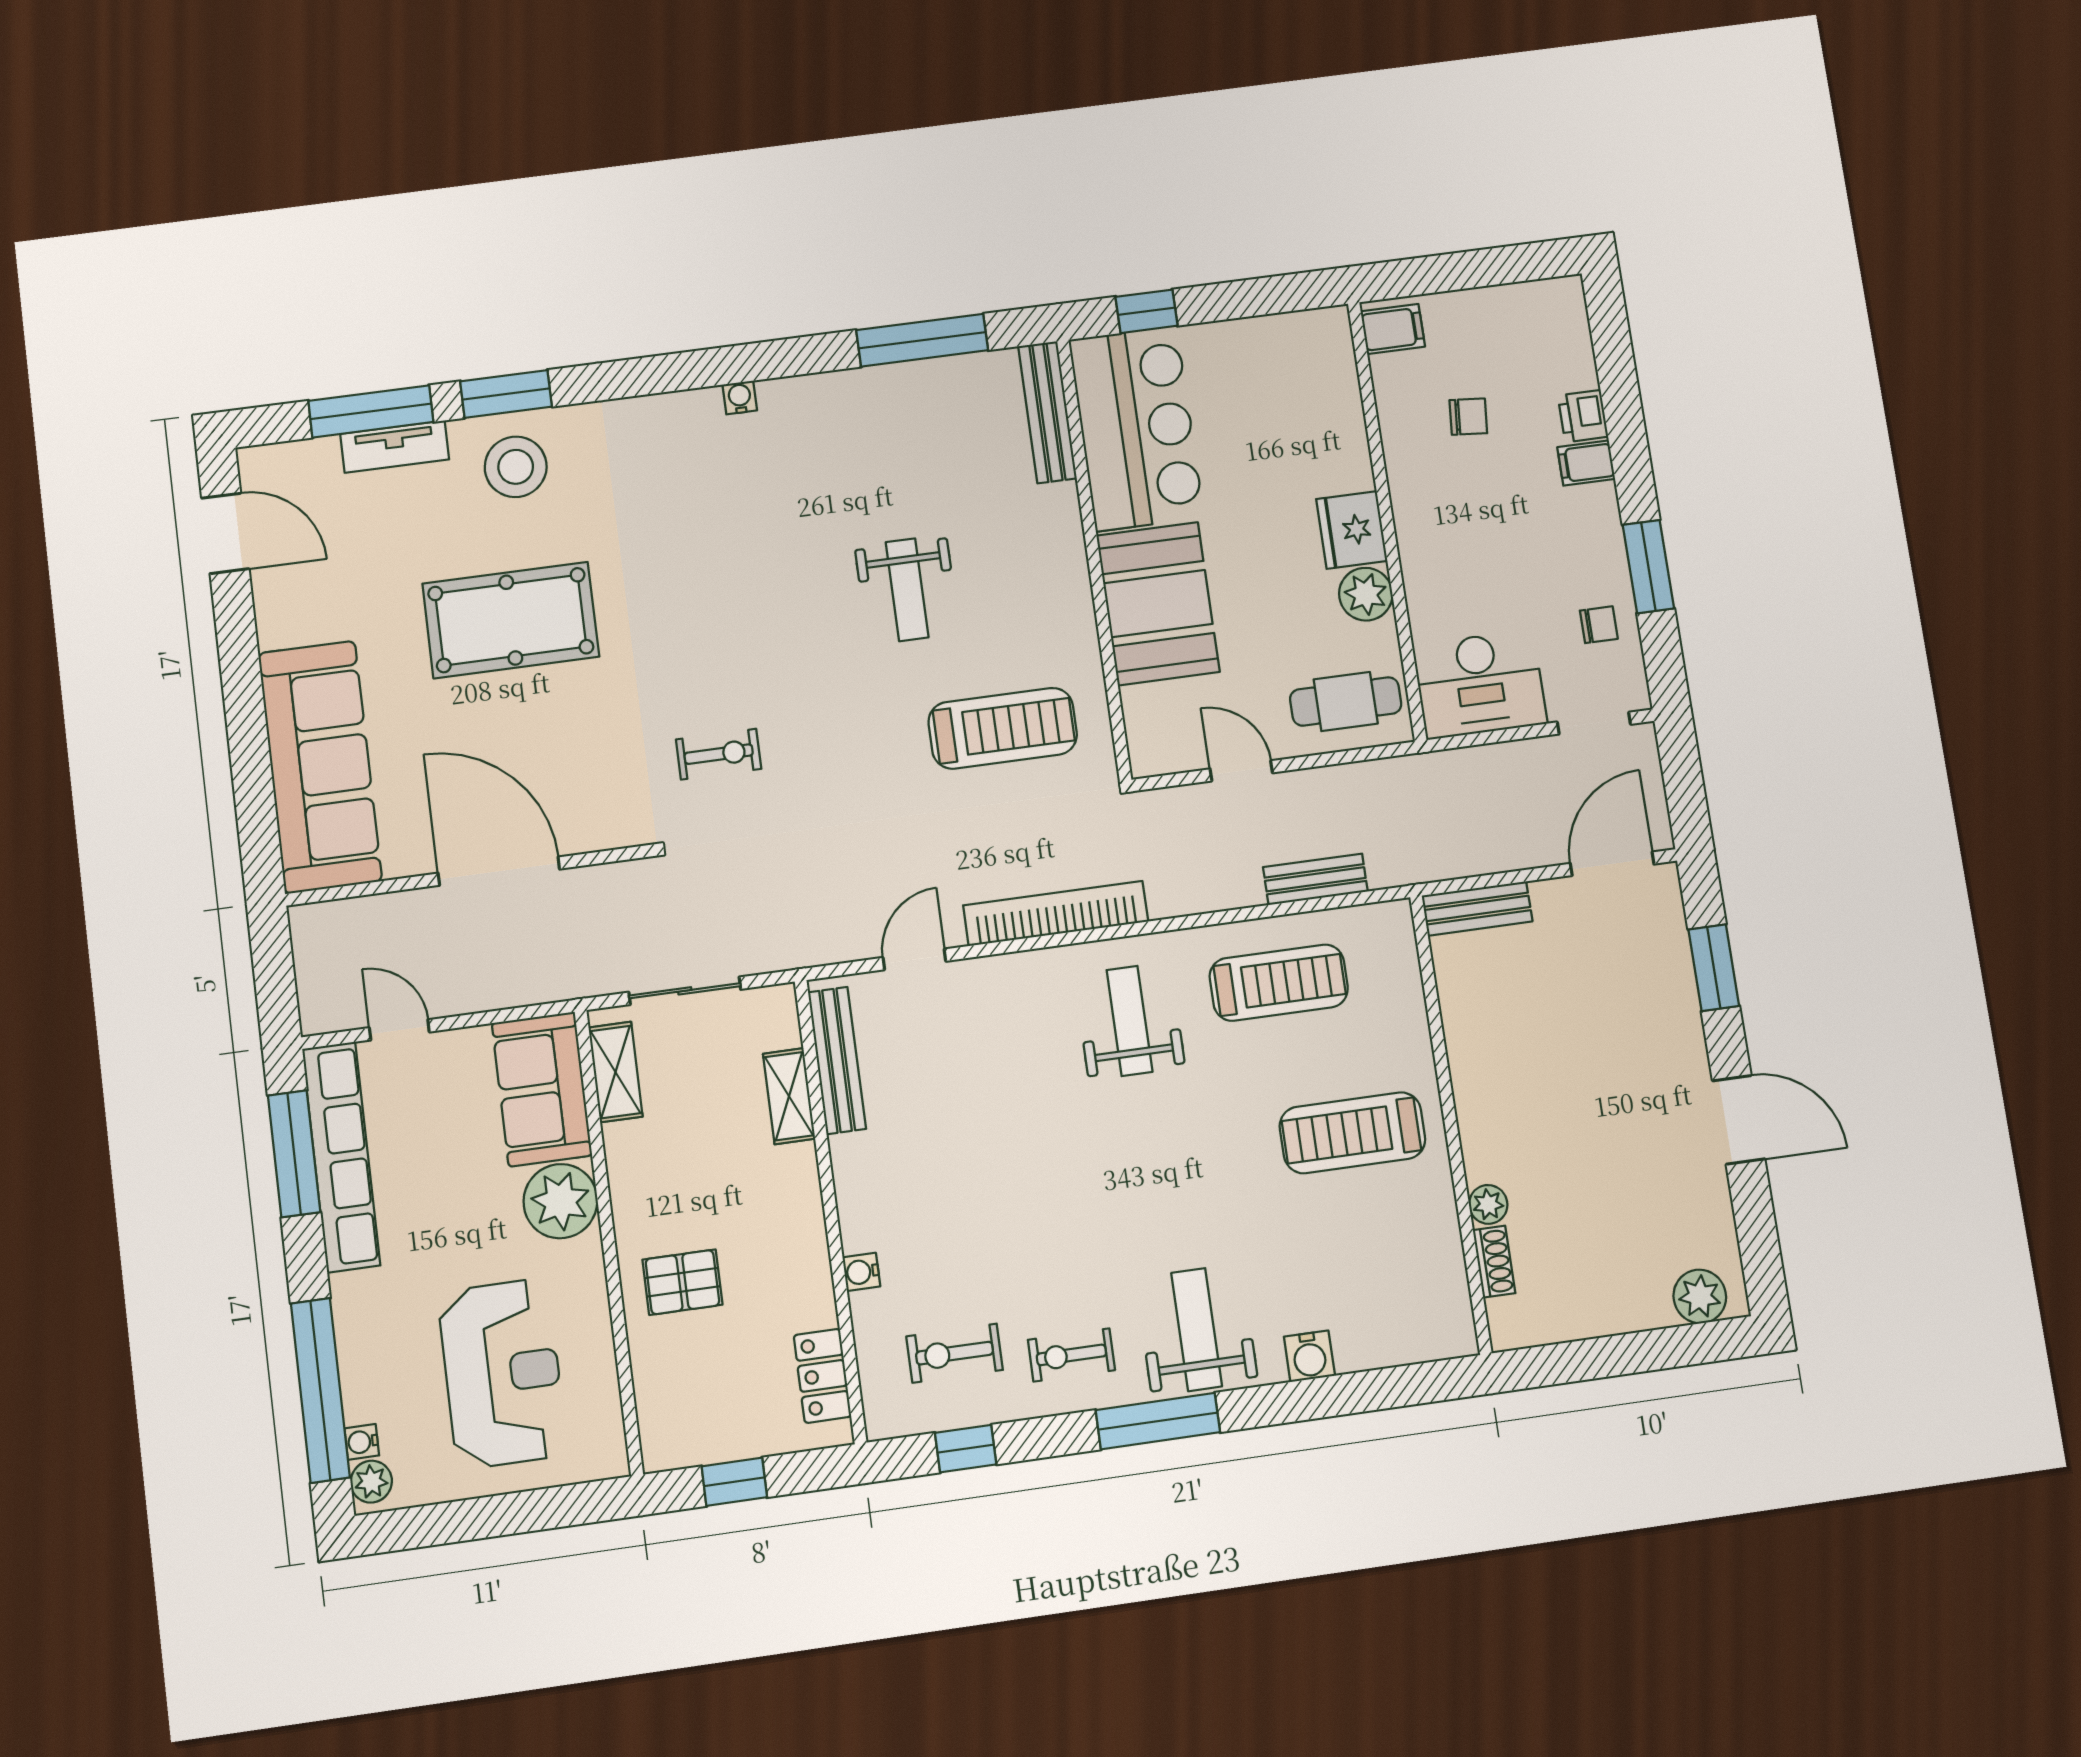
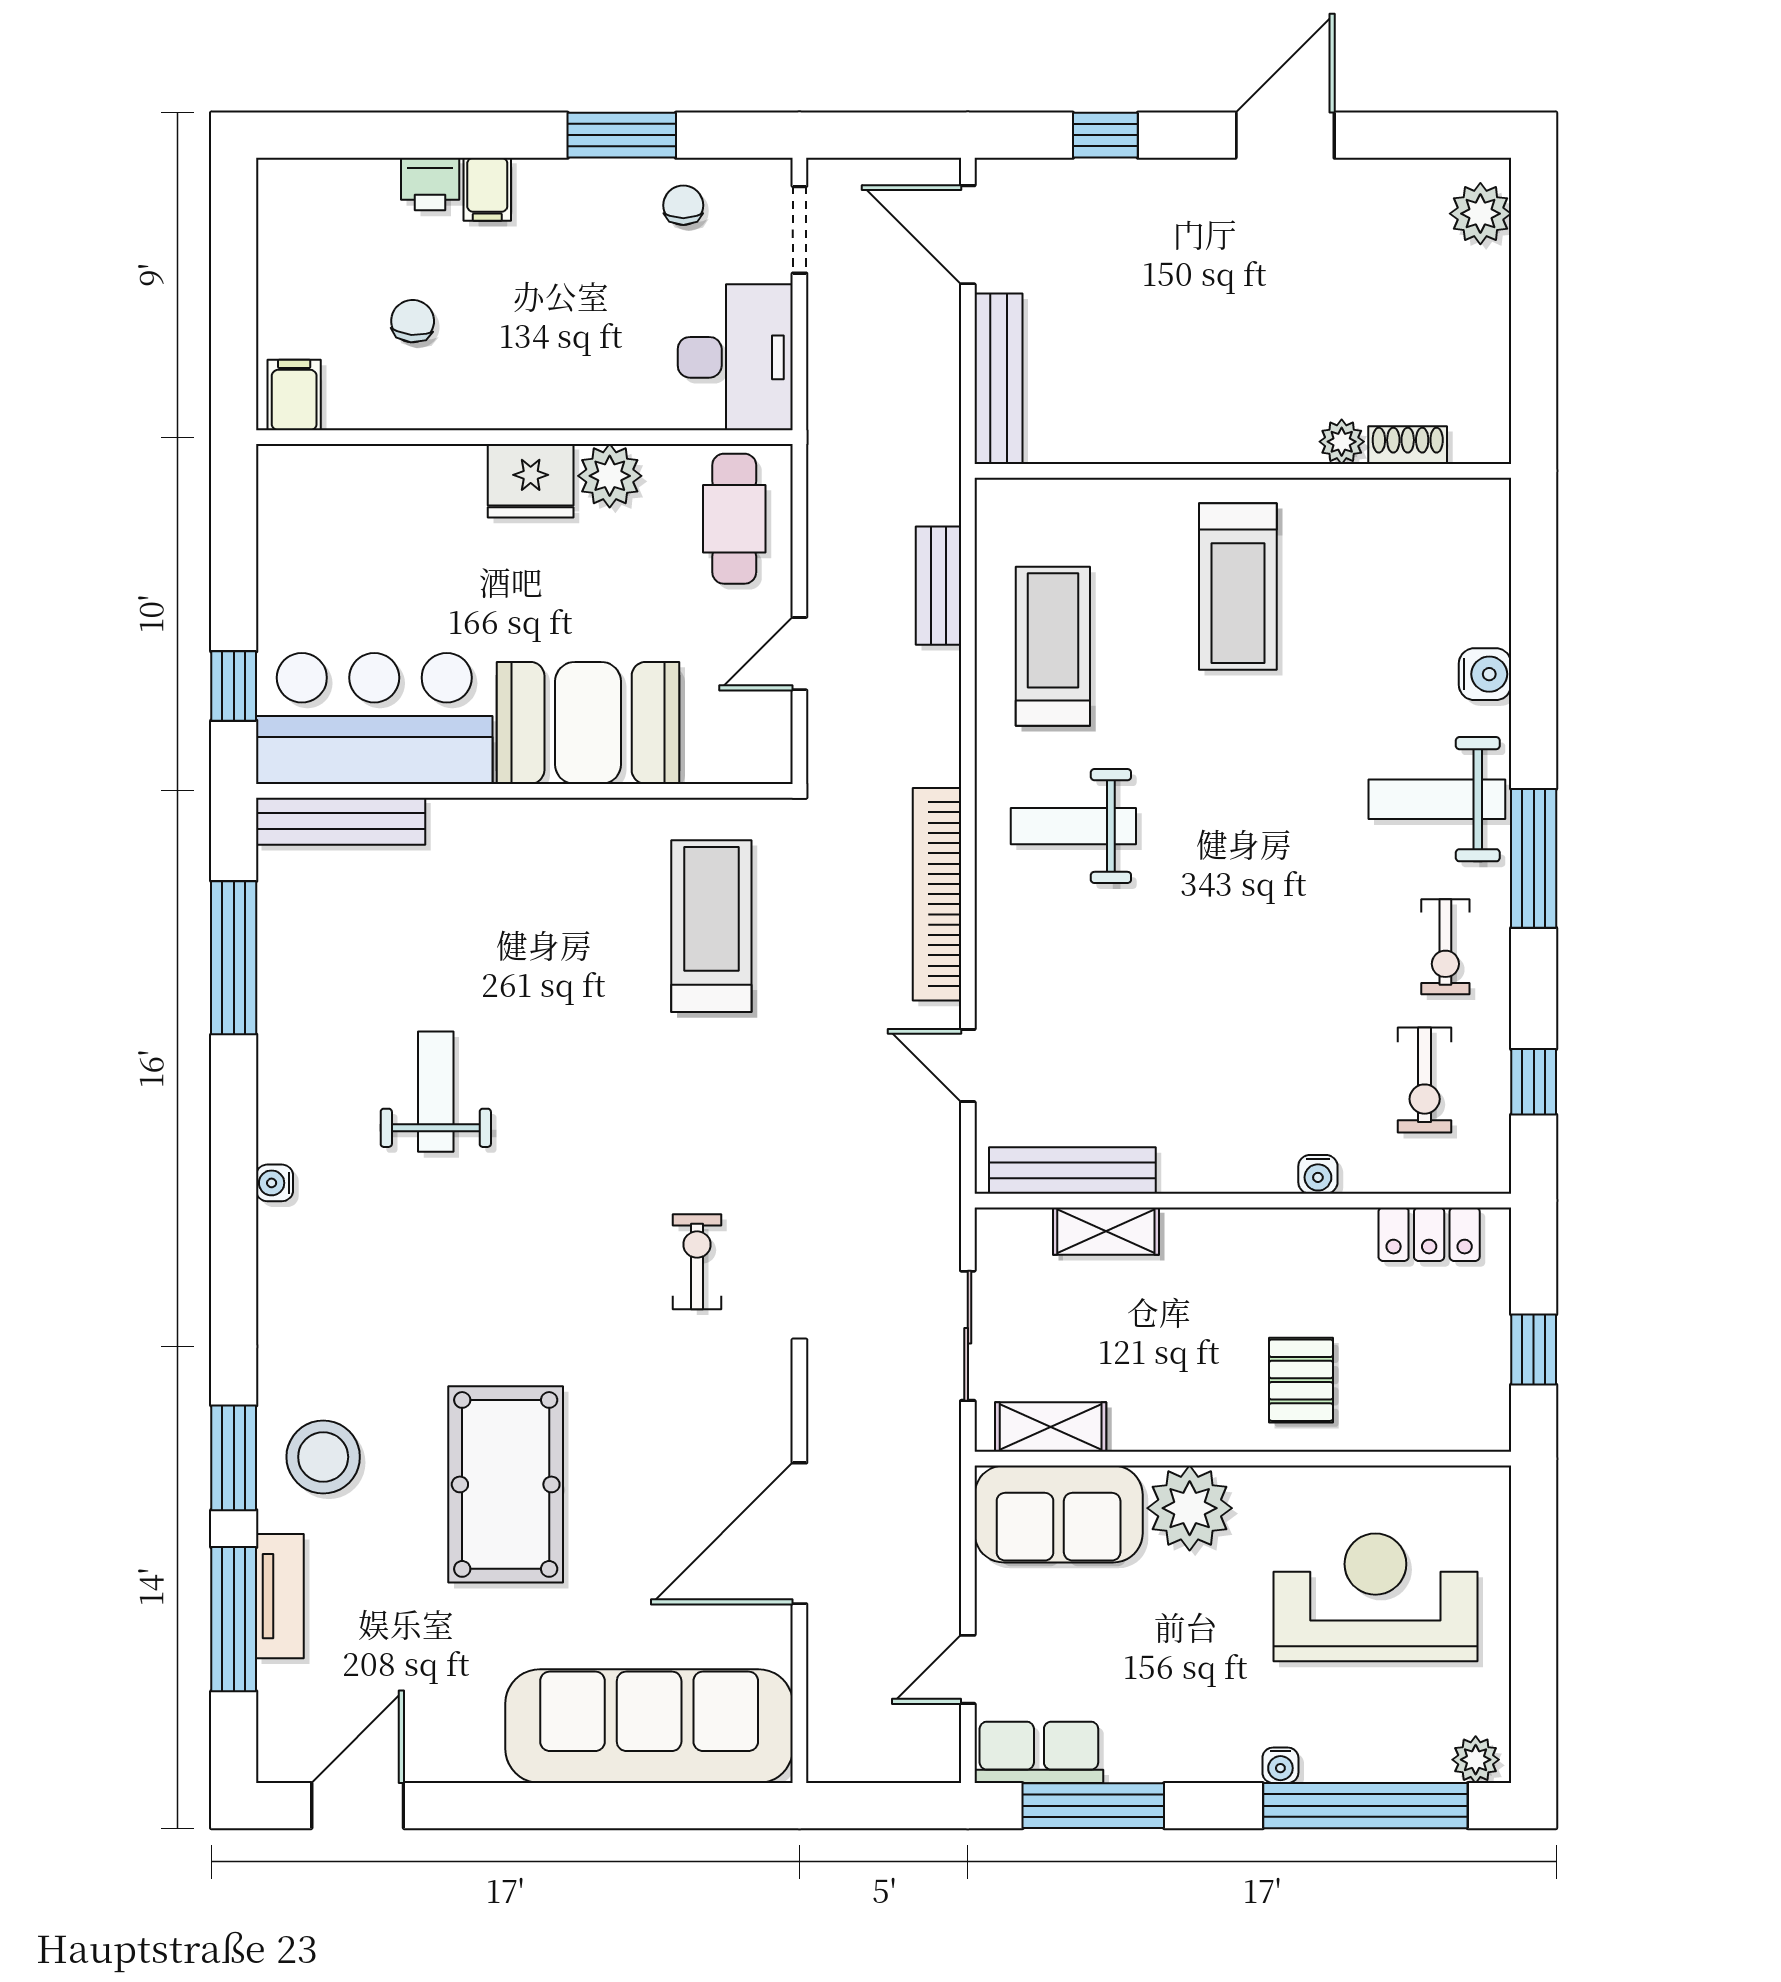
weight bench: (907, 590) -> (436, 1092), moved, turned -90
bench: (1477, 908) -> (998, 379), width x1.36
window: (1714, 968) -> (1105, 135), width x0.67
row of seats: (341, 1157) -> (1039, 1752), width x0.50
water cooler: (362, 1442) -> (1280, 1765), moved

